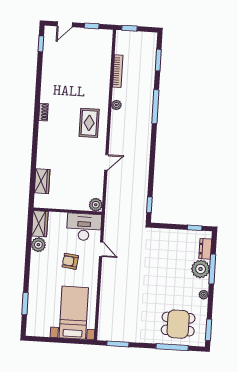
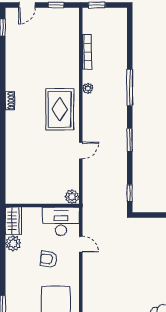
window: (158, 60) -> (130, 140), moved
rug: (89, 123) -> (60, 109), width x1.36, depth x1.43
wardrobe: (42, 181) -> (13, 175), removed

